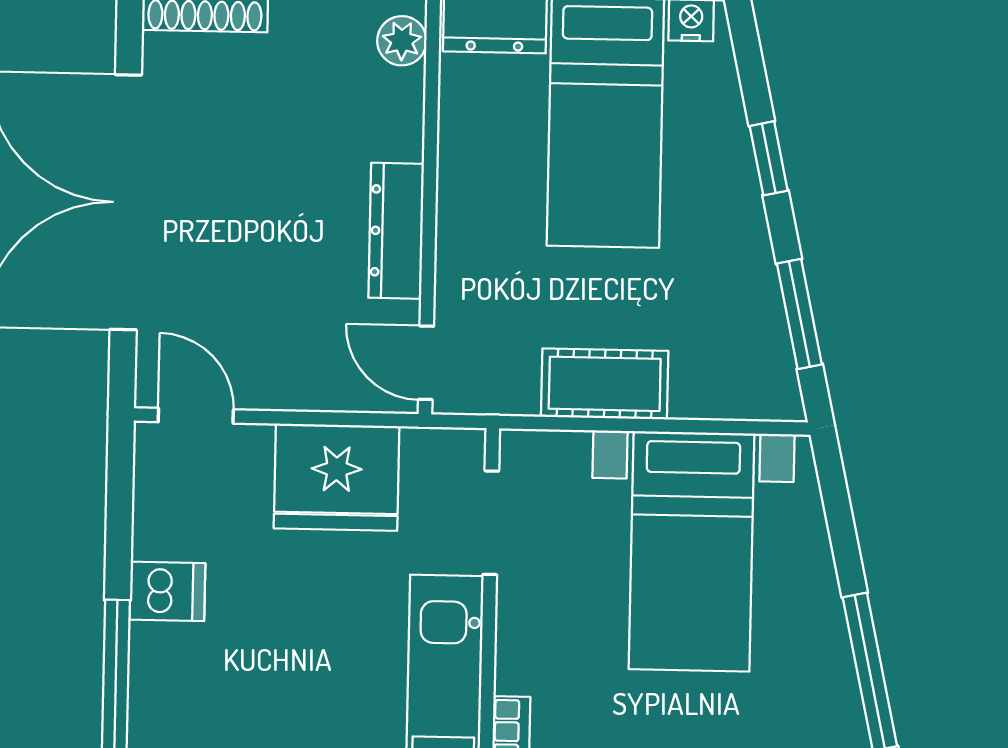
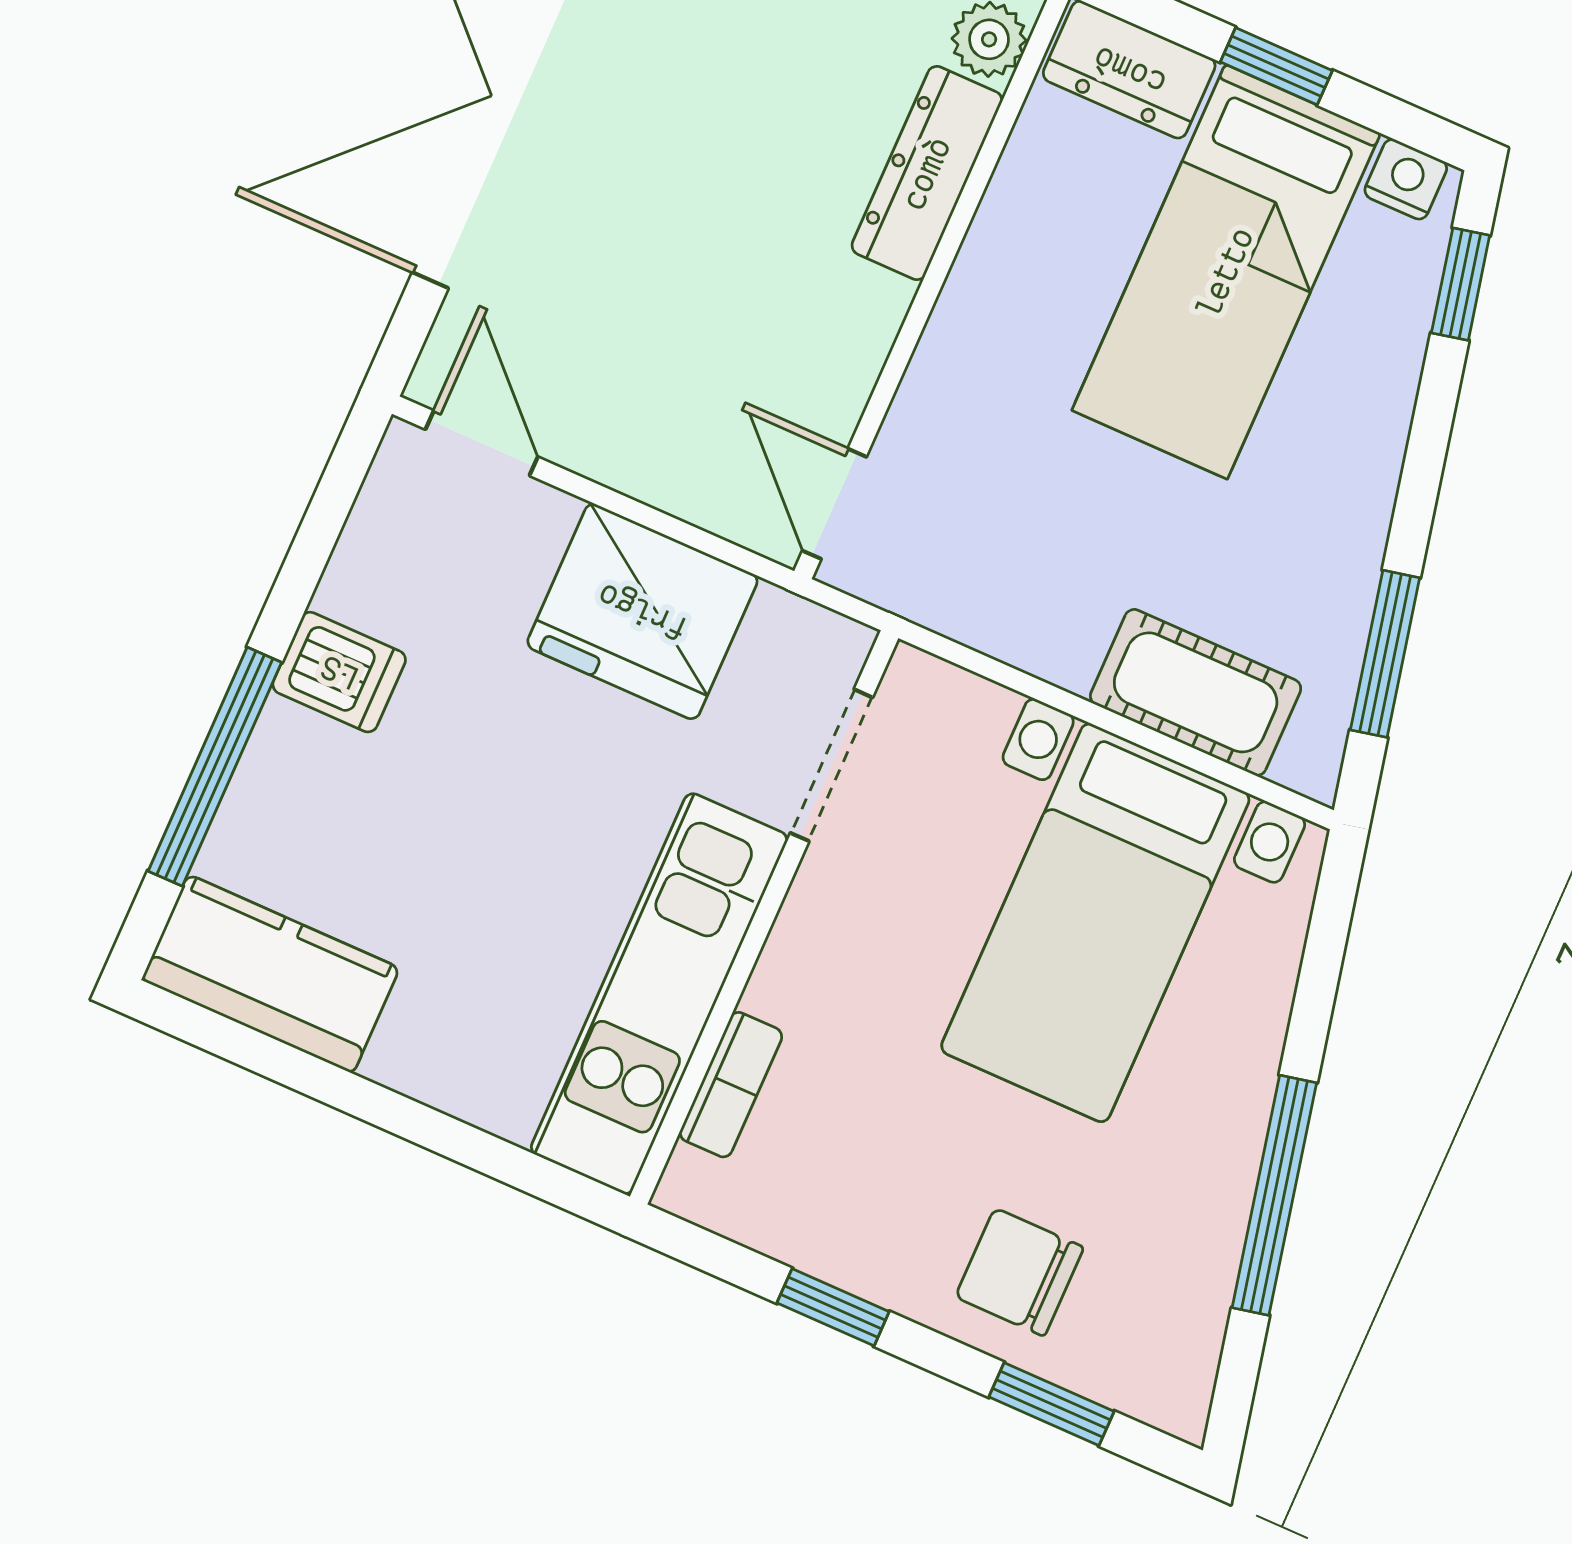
window: (769, 158) -> (1461, 284), moved
dresser: (396, 231) -> (927, 173), moved
cot: (605, 384) -> (1196, 692), moved

